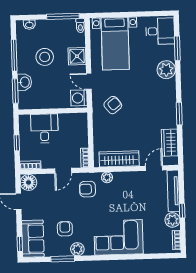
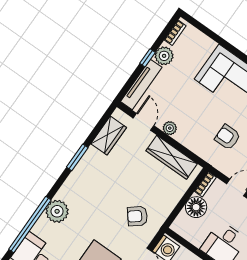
window: (177, 48) -> (30, 225), width x2.11
floor lamp: (80, 139) -> (196, 207), added
door: (154, 168) -> (144, 122), swing flipped
plant: (107, 177) -> (170, 128), moved
armchair: (87, 189) -> (228, 137), moved, turned 180

